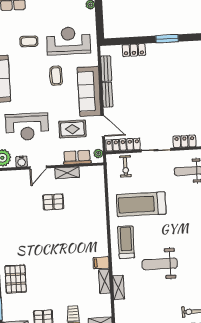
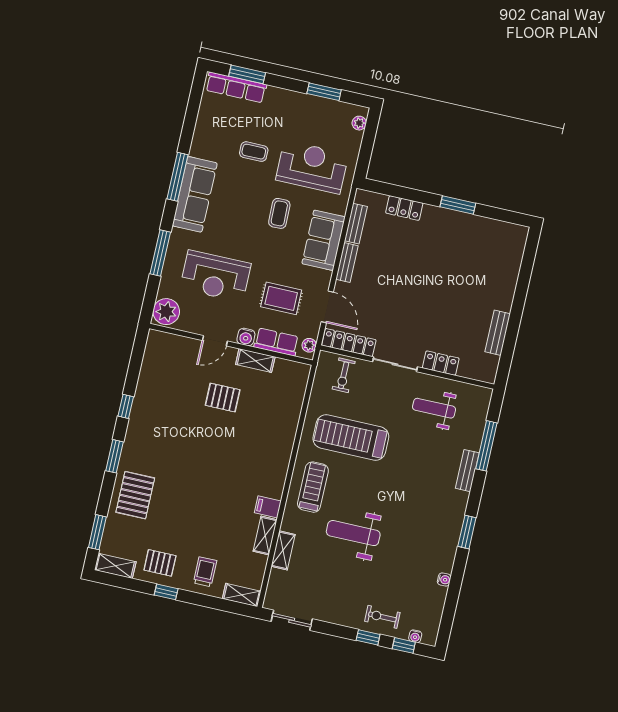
sofa: (89, 91) -> (324, 240), width x0.73
water cooler: (22, 161) -> (246, 337), moved

